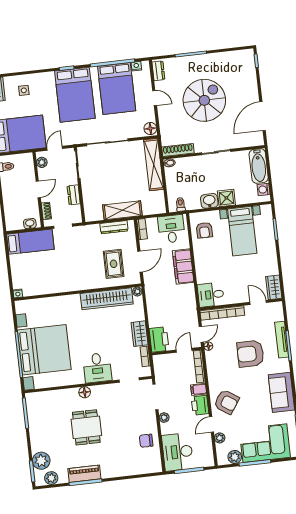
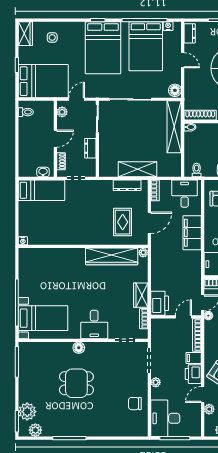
bed with nightstands: (44, 350) -> (43, 318), width x0.54
dining table: (86, 427) -> (76, 383), turned 90
piano: (84, 474) -> (69, 430), removed

